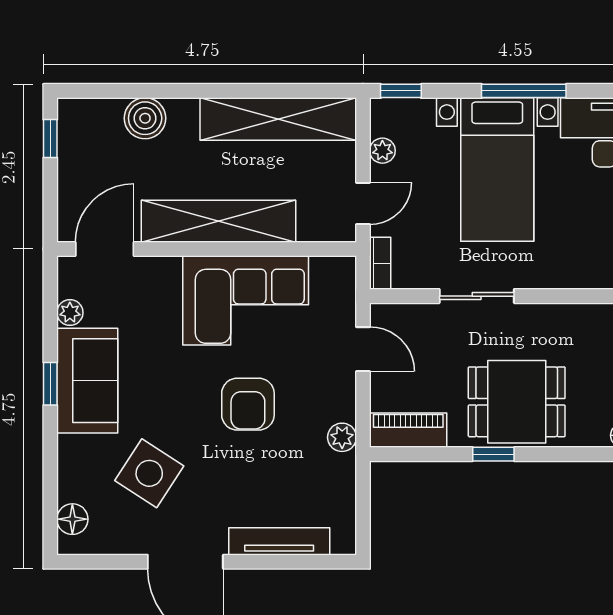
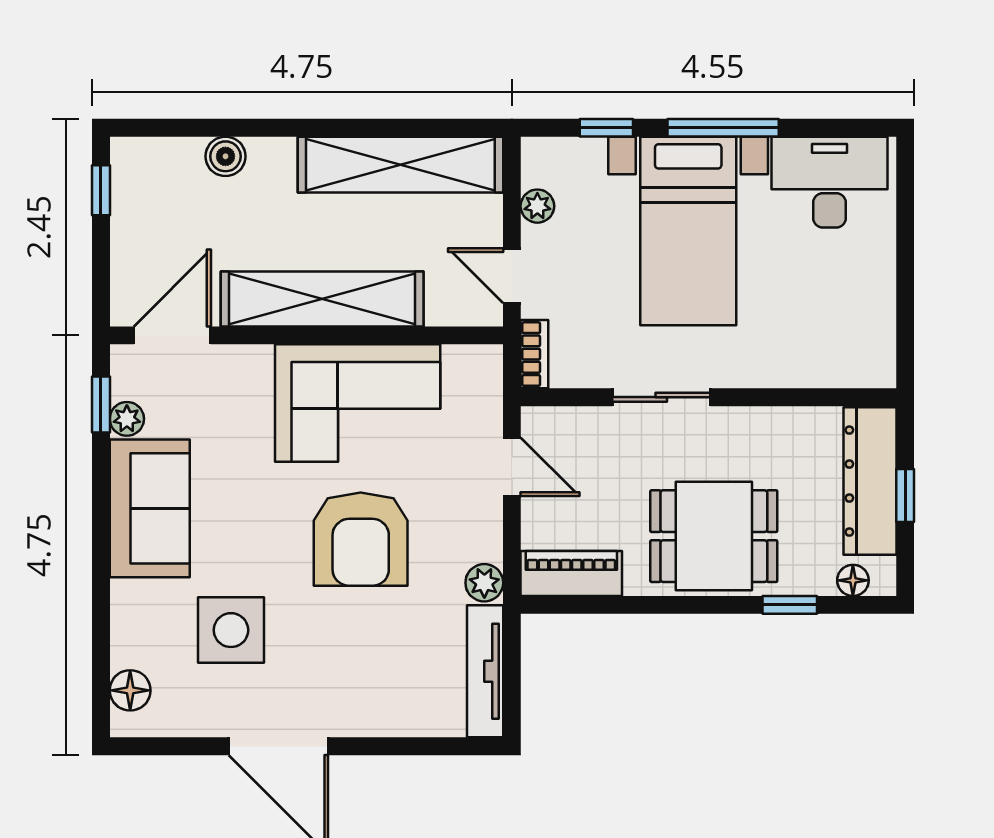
window: (401, 91) -> (606, 128), moved
boiler: (145, 118) -> (225, 156), width x0.73, depth x0.73
door: (363, 204) -> (512, 276), swing flipped
window: (50, 384) -> (101, 404), moved
armchair: (248, 404) -> (361, 539), width x1.36, depth x1.36
window: (493, 454) -> (790, 605), moved
side table: (149, 473) -> (231, 630), turned -33
tv unit: (279, 541) -> (485, 671), moved, turned -90

